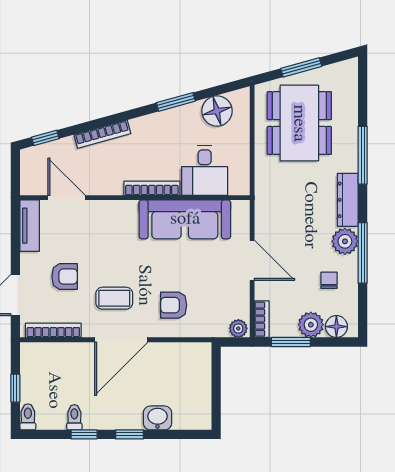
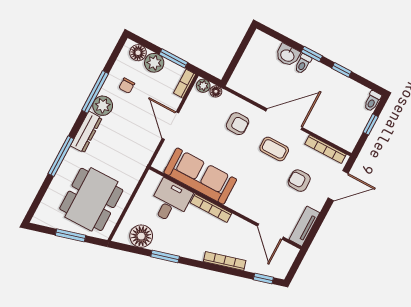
floor lamp: (220, 330) -> (216, 91), added
toilet: (74, 417) -> (303, 64), moved

